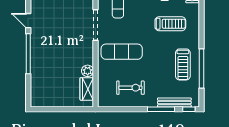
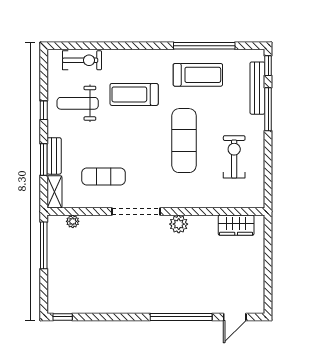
door: (28, 21) -> (235, 317), moved
treadmill: (170, 24) -> (134, 94), turned -90
exercise mat: (122, 52) -> (184, 141), moved
plant: (88, 71) -> (179, 224), moved

